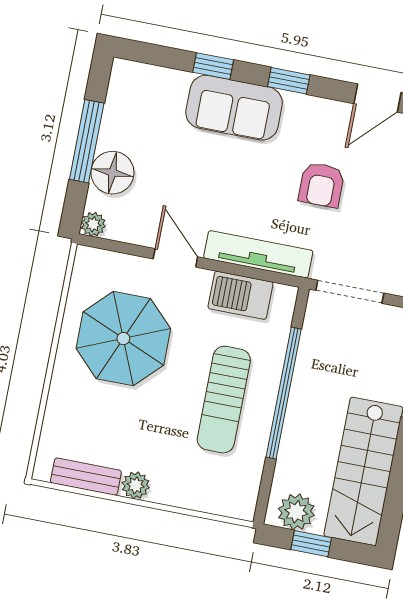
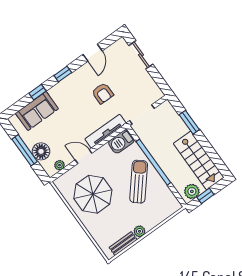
sofa: (234, 108) -> (37, 111), moved
plant: (93, 224) -> (60, 165), moved
barbecue: (241, 295) -> (121, 141), moved
sun lounger: (224, 400) -> (139, 182), turned -140

